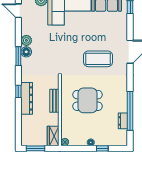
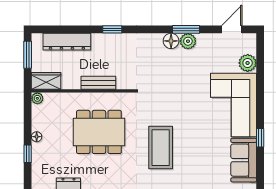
window: (18, 56) -> (186, 29), moved
dresser: (27, 98) -> (67, 42), moved
dining table: (88, 100) -> (99, 132), width x1.38

